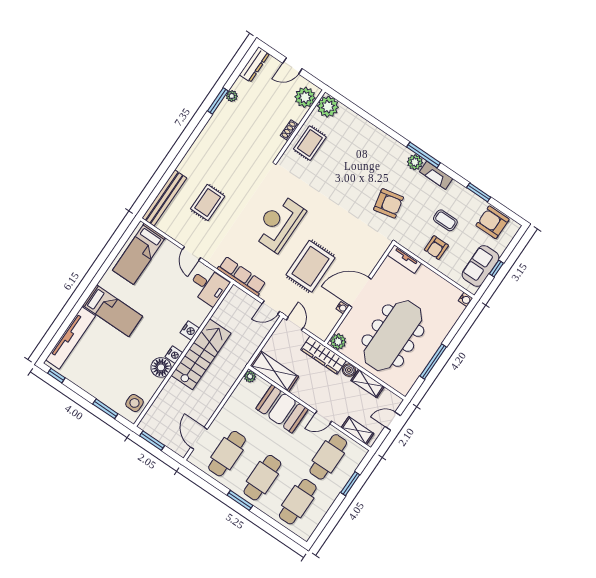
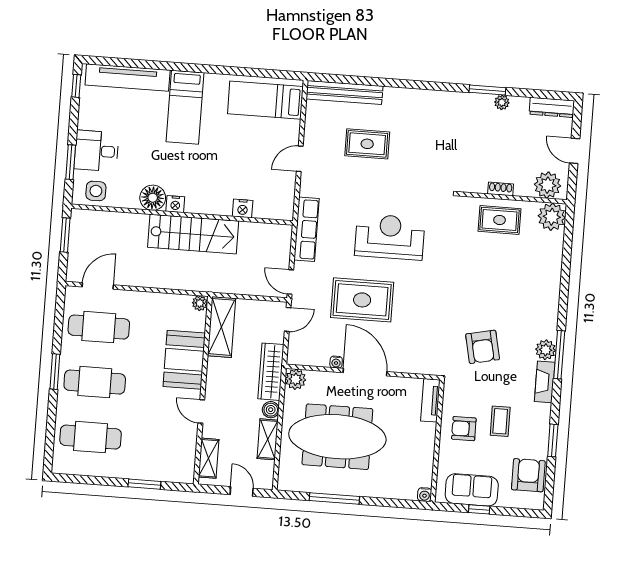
desk: (208, 286) -> (96, 151), moved, turned 90
nightstand: (190, 331) -> (243, 208), moved
cafe table: (328, 457) -> (160, 442), removed

